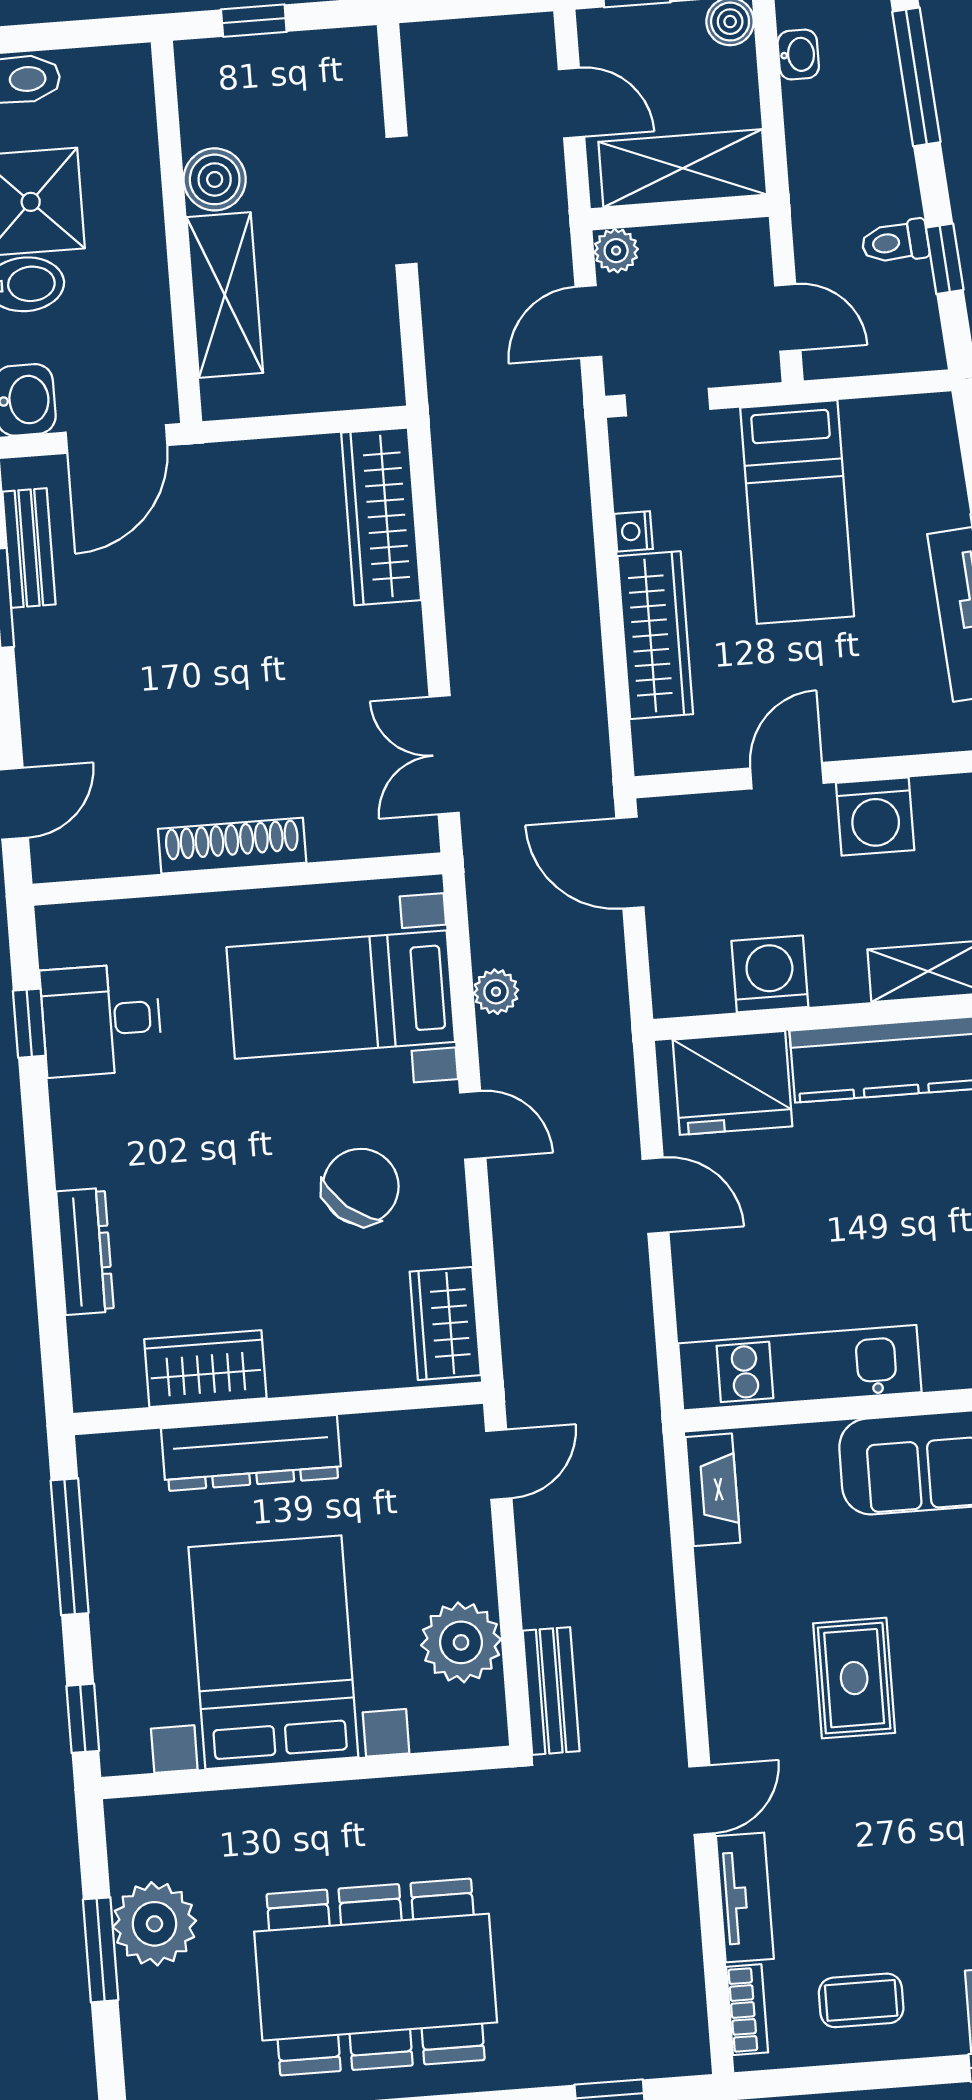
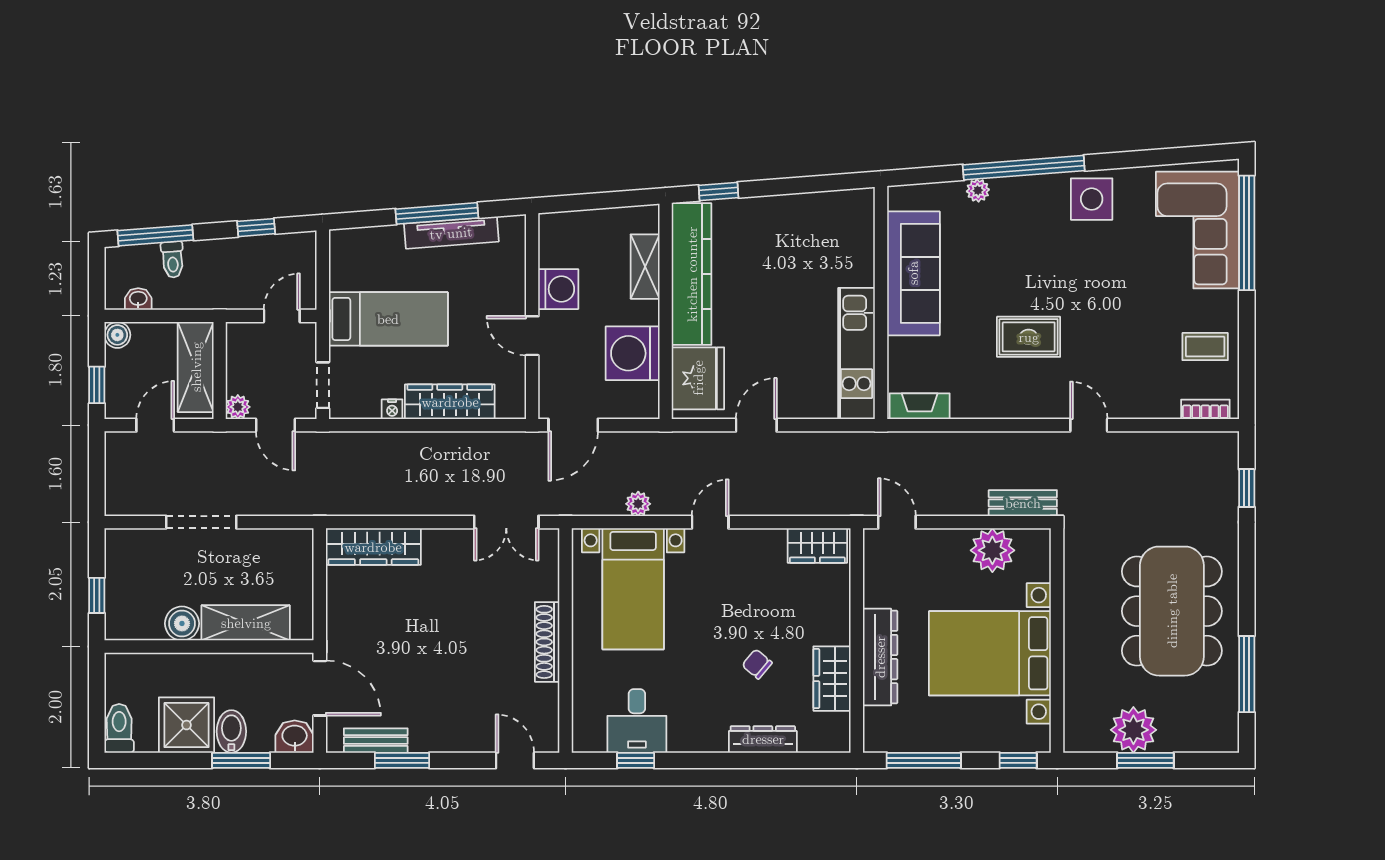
toilet: (895, 242) -> (173, 260), moved
washing machine: (770, 974) -> (633, 353), width x1.37, depth x1.37
chair: (361, 1187) -> (757, 664), moved, width x0.54, depth x0.54
tv unit: (745, 1898) -> (1144, 406), removed
coffee table: (861, 2000) -> (1205, 347), turned 90

